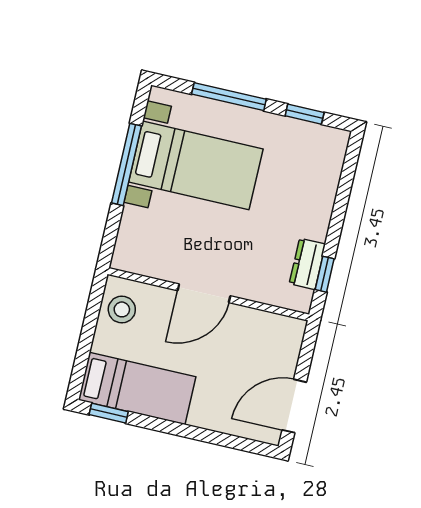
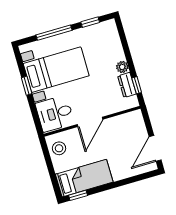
window: (127, 164) -> (27, 86), width x0.46
plant: (317, 227) -> (122, 67), added
desk: (149, 243) -> (55, 114), added

